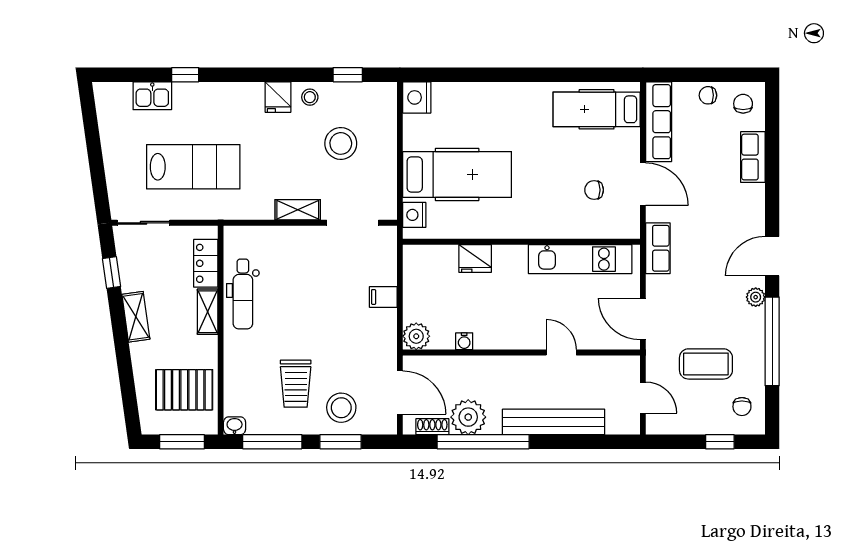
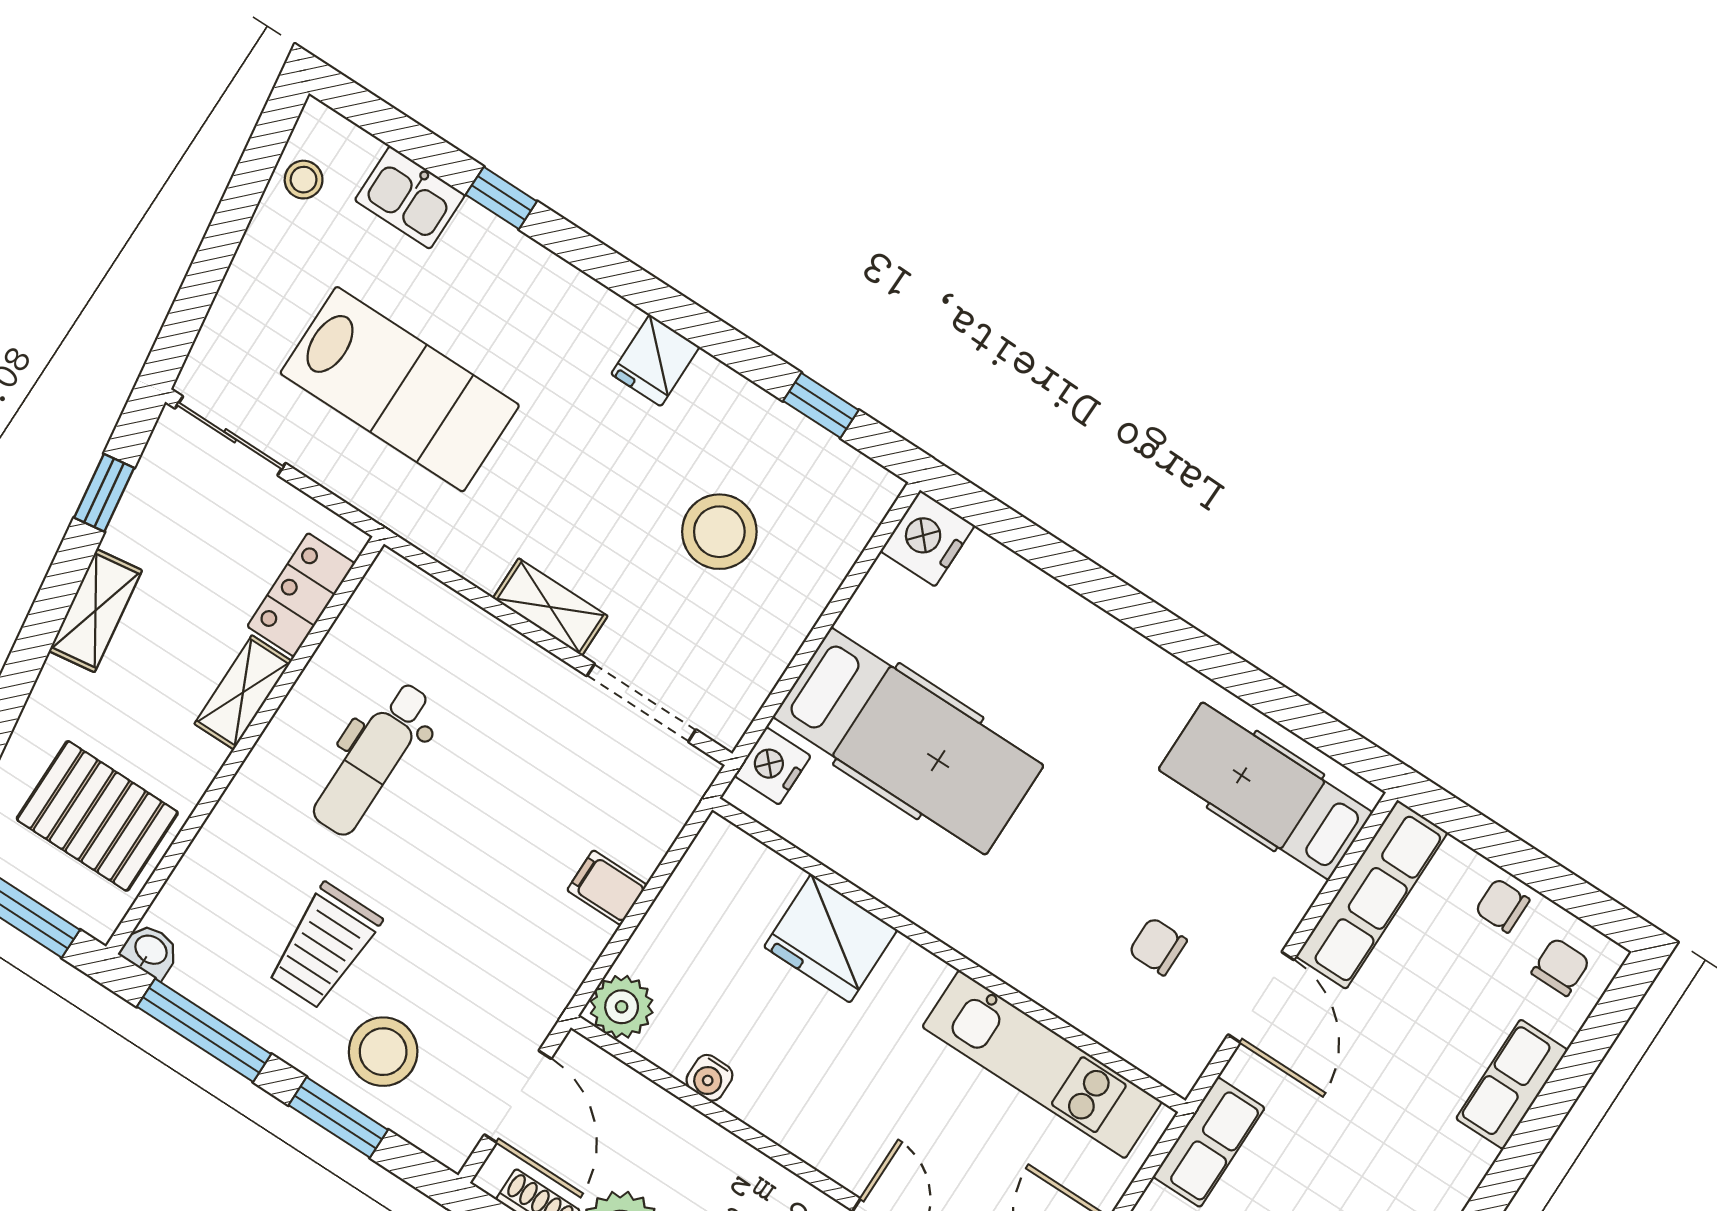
stool: (310, 97) -> (304, 180), moved
fridge: (475, 258) -> (831, 938), width x1.36, depth x1.34
dental chair: (243, 294) -> (373, 759), moved

